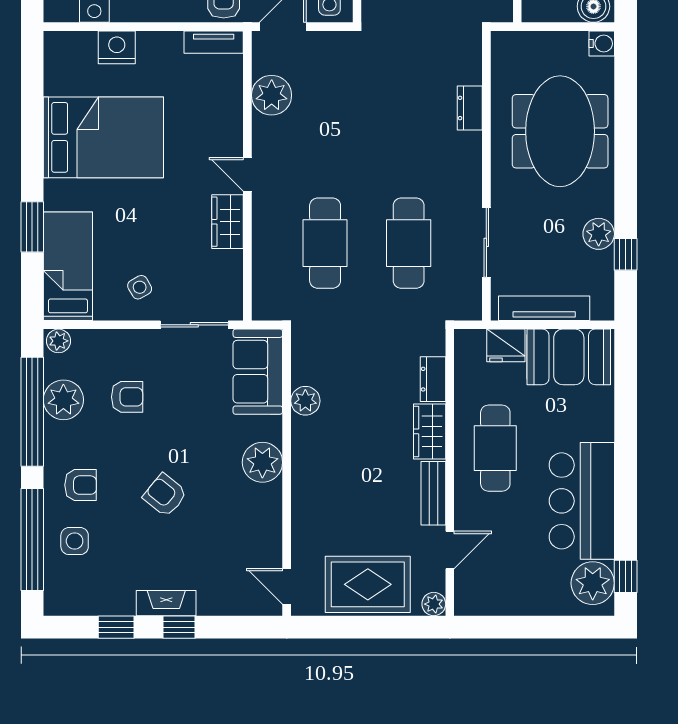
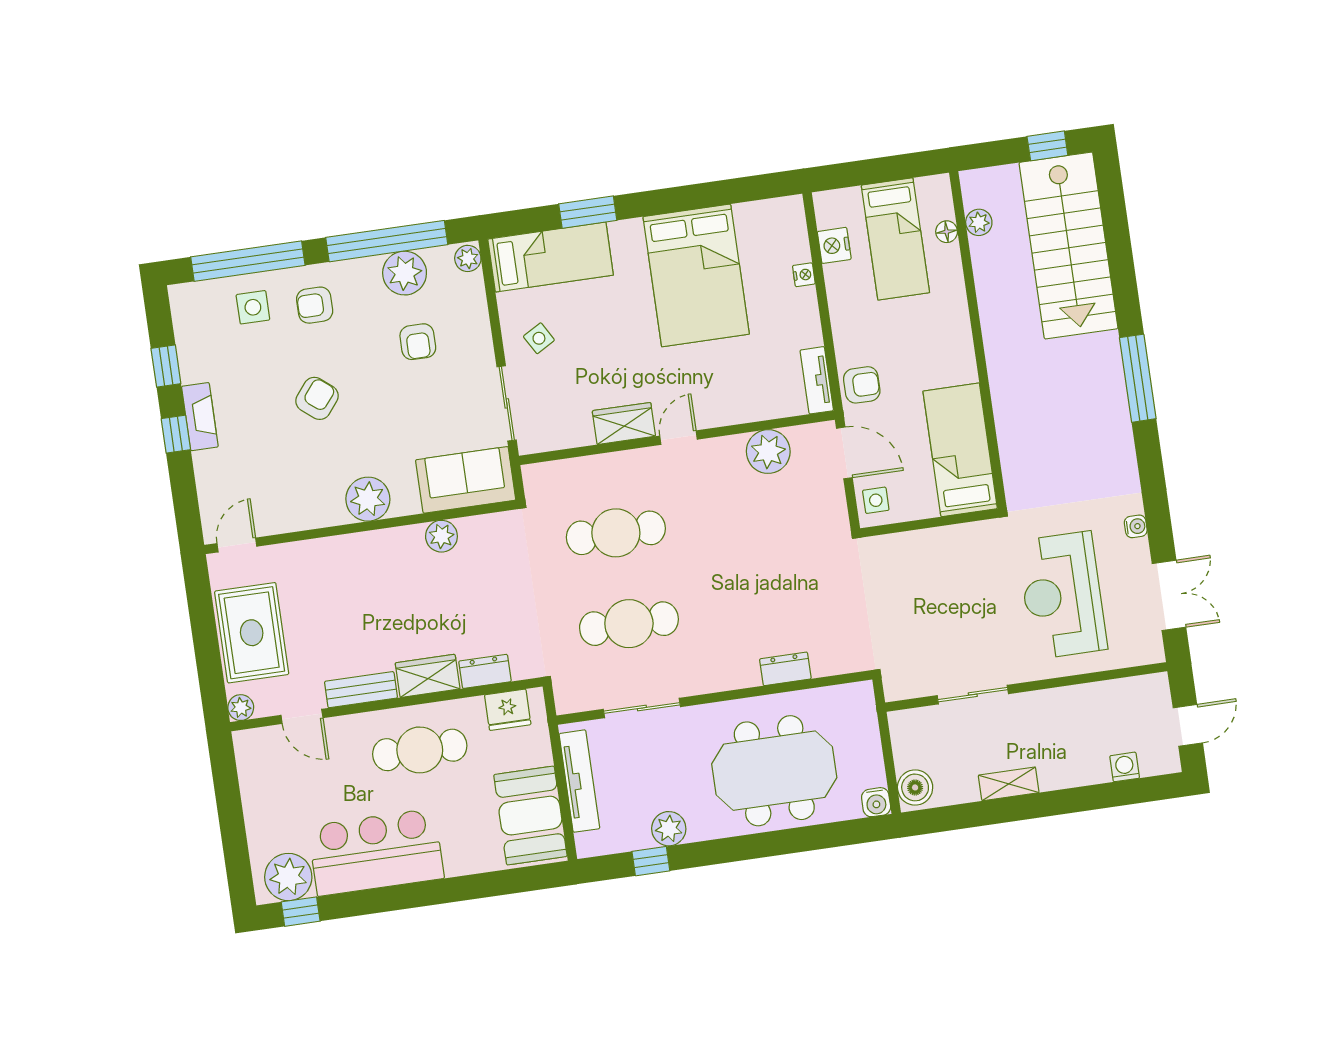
nightstand: (117, 47) -> (804, 275), width x0.53, depth x0.56
fridge: (506, 345) -> (508, 710), moved, turned -90
armchair: (81, 485) -> (315, 305), turned 90

